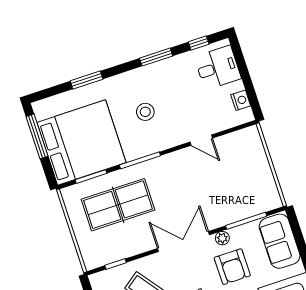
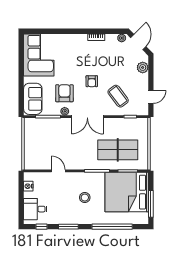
window: (87, 80) -> (112, 227), width x2.11

